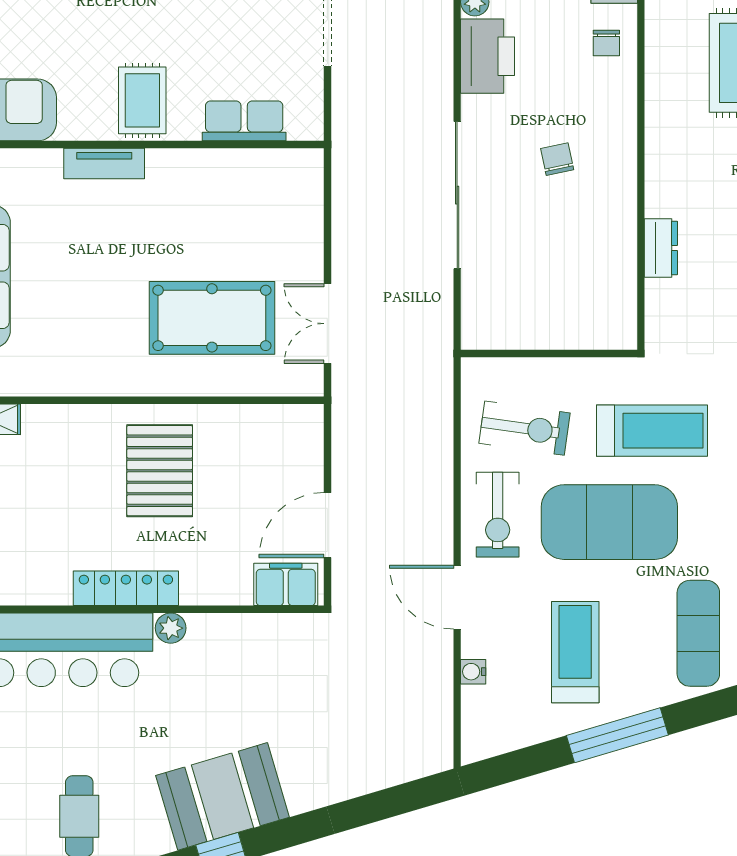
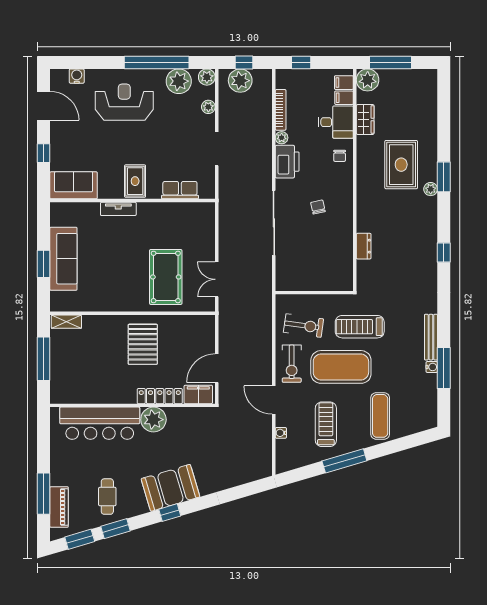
pool table: (212, 318) -> (166, 277), turned 90
treadmill: (652, 431) -> (360, 327), turned 180
locker: (126, 588) -> (160, 396), moved
plant: (171, 628) -> (153, 420), width x1.88, depth x1.88

